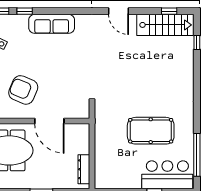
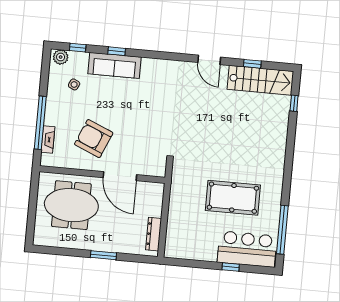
window: (25, 11) -> (117, 51), moved
window: (169, 11) -> (252, 64), moved
sofa: (52, 24) -> (114, 65), moved

